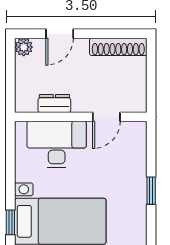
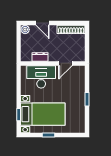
door: (60, 34) -> (43, 23), hinge flipped

